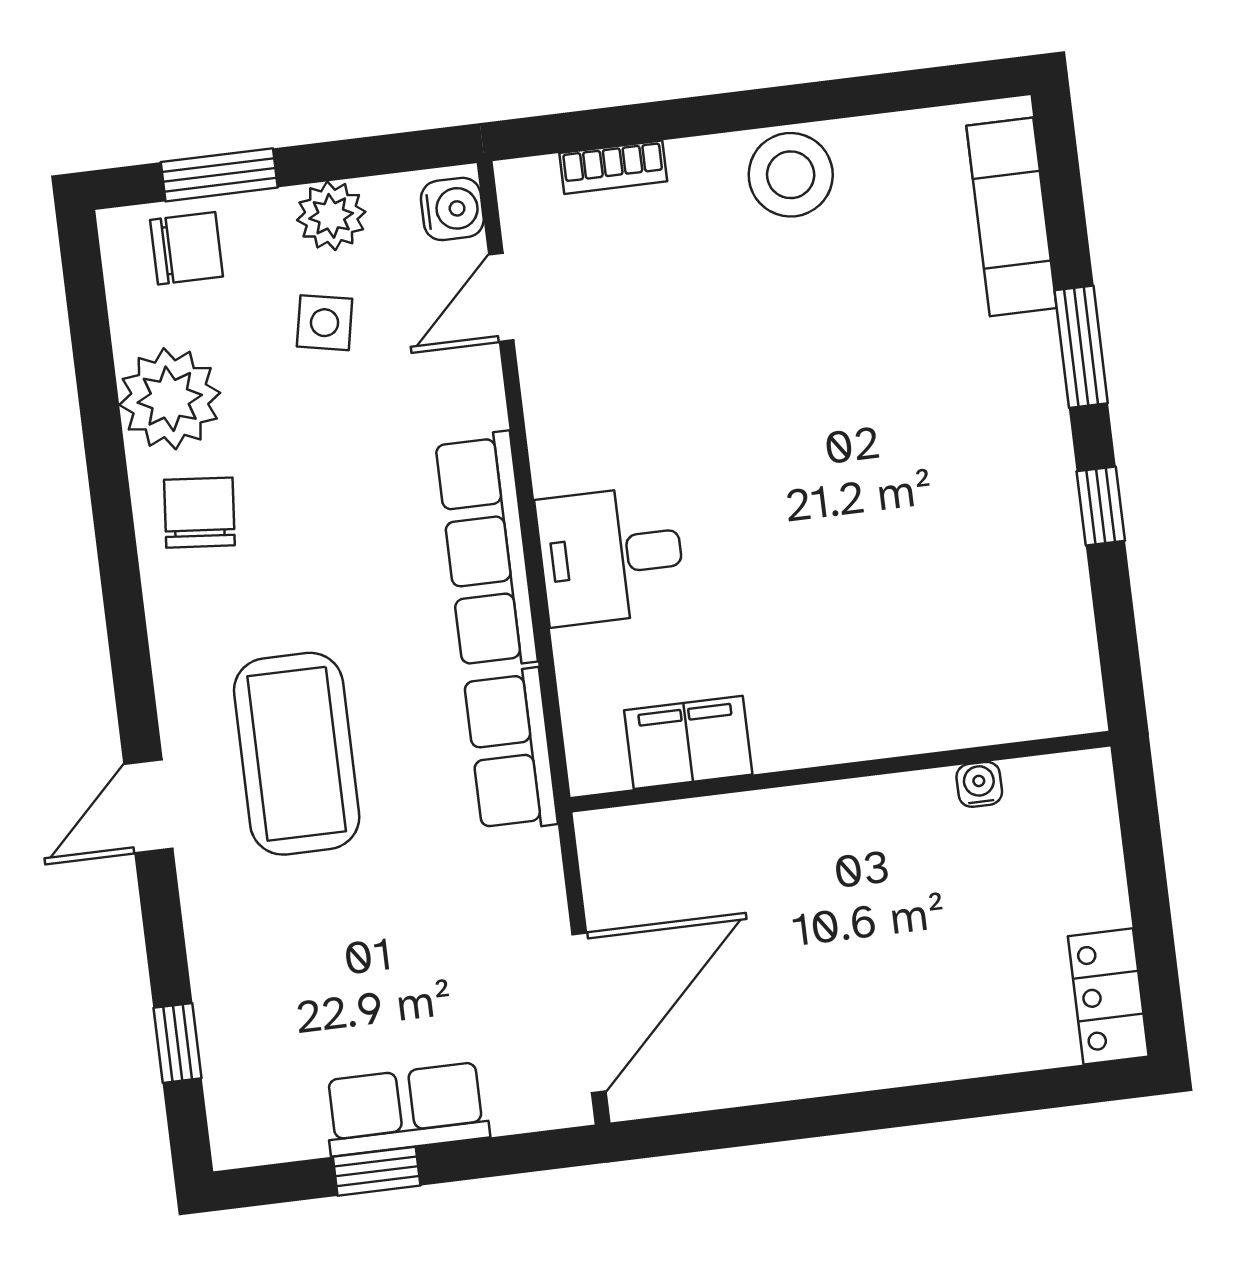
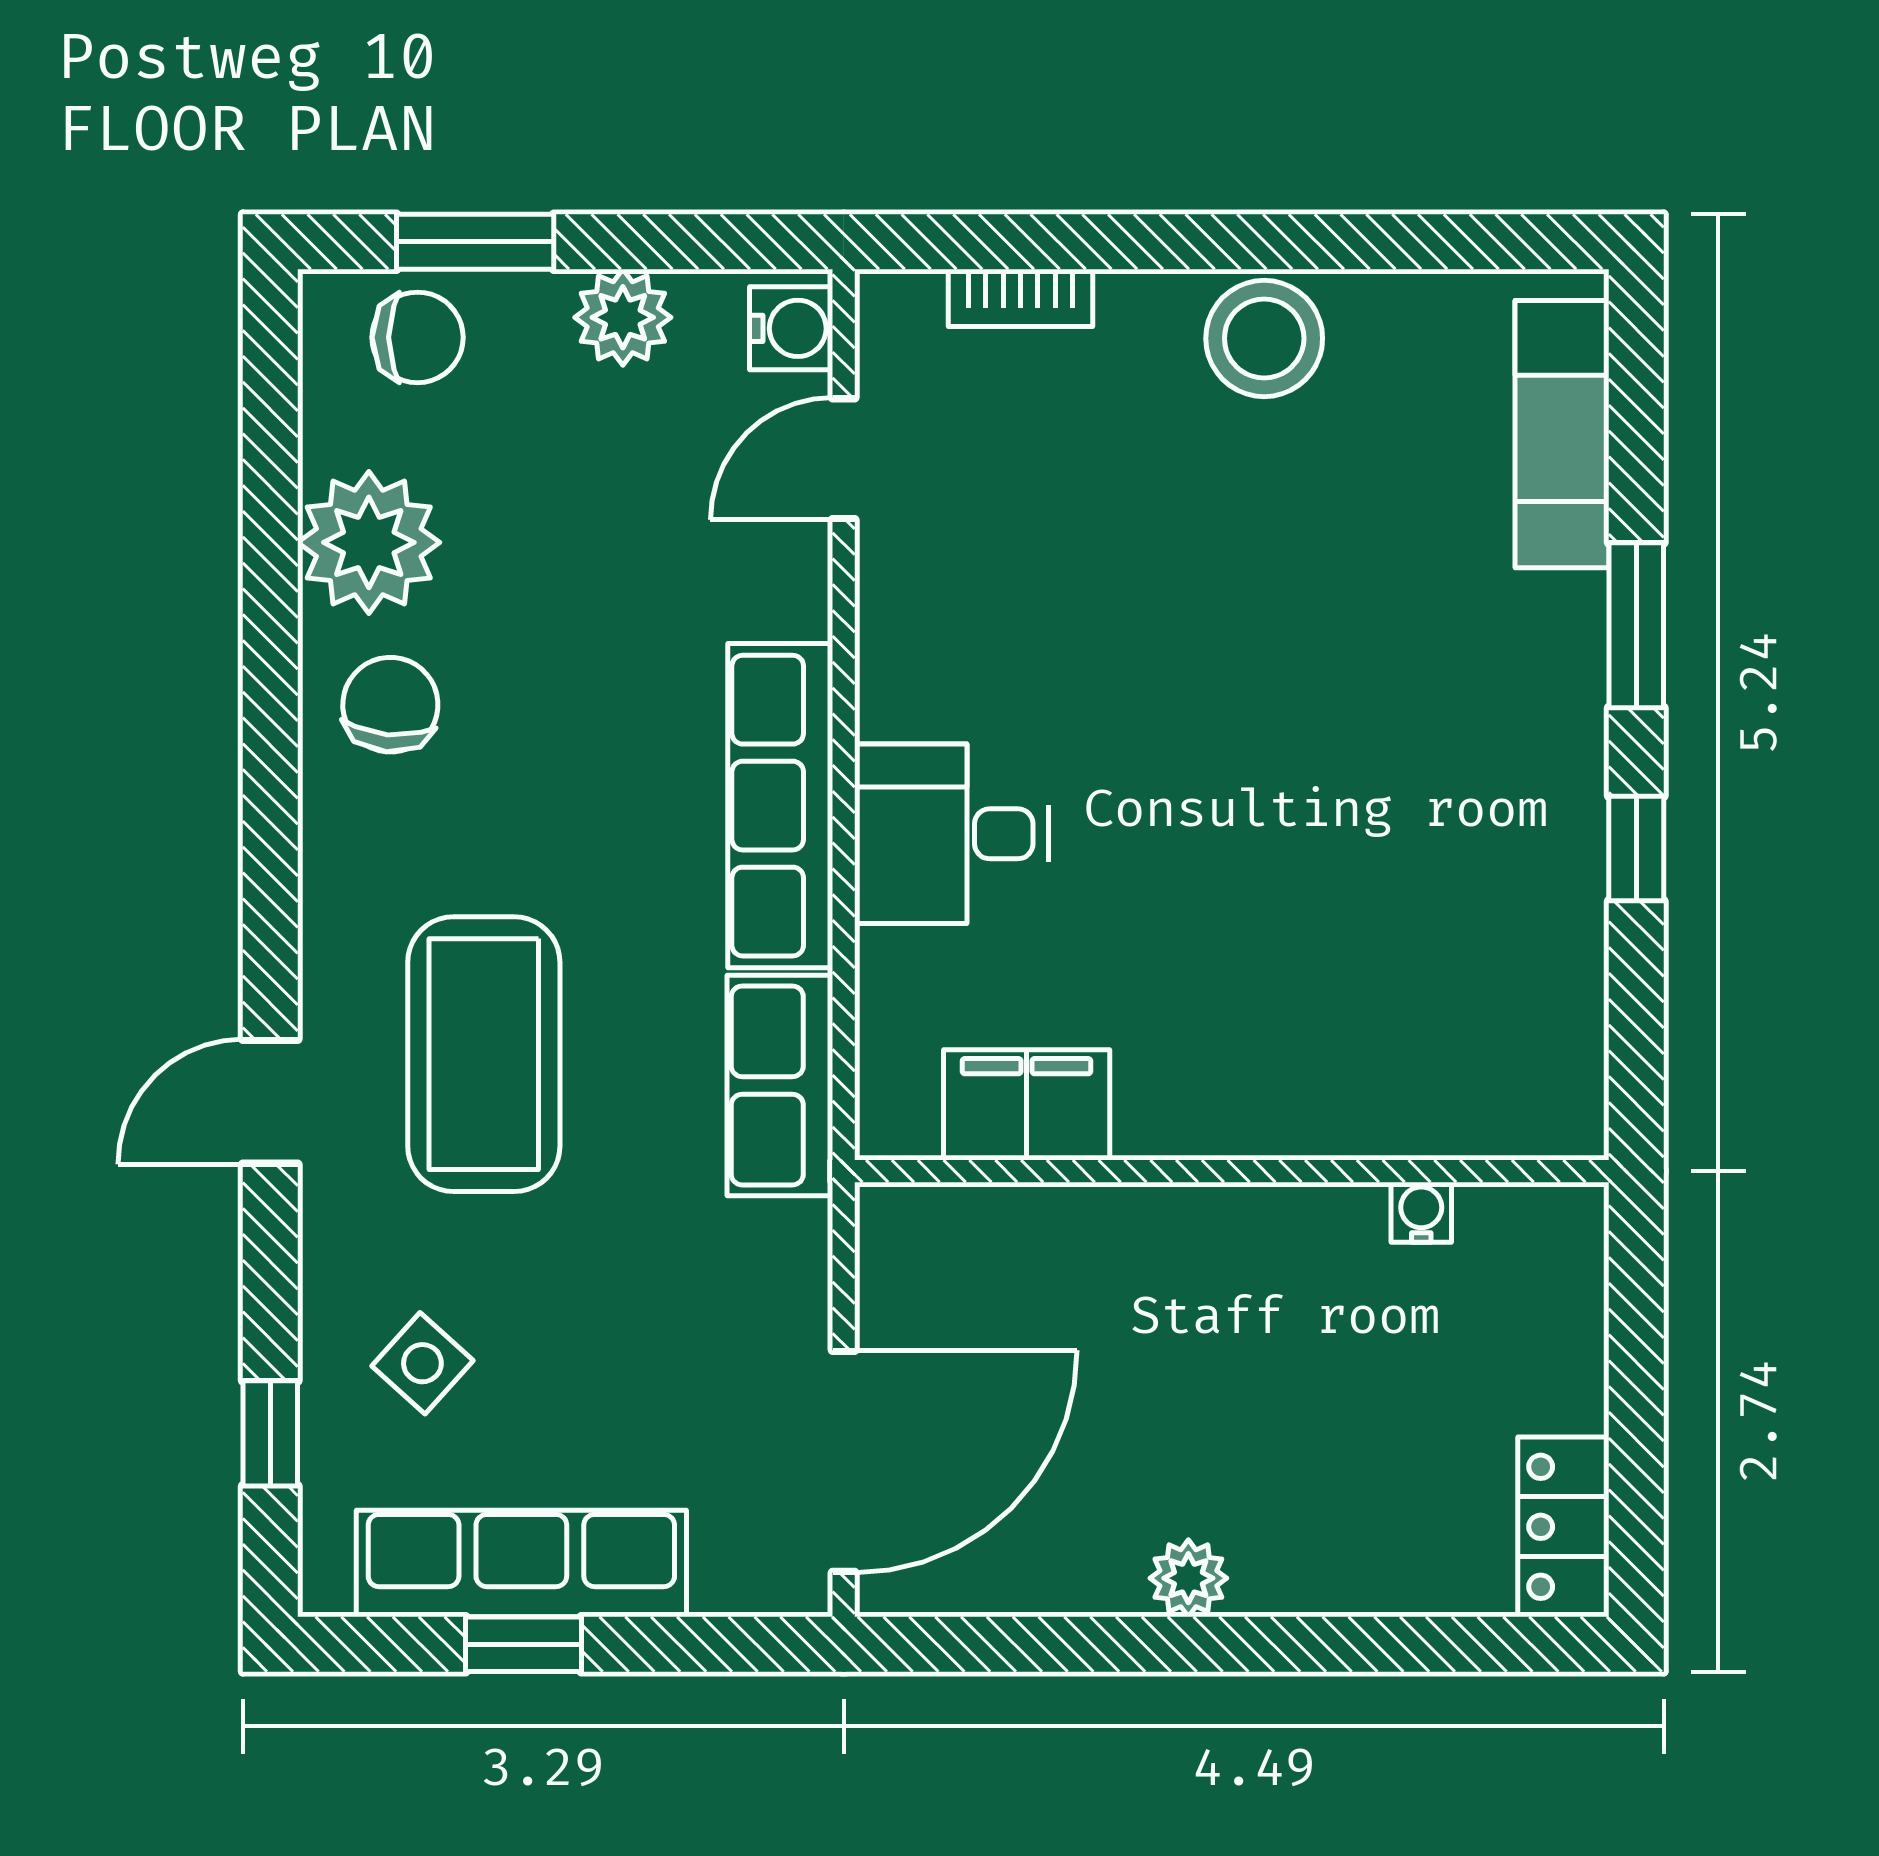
side table: (325, 323) -> (422, 1363), moved, turned 31
plant: (845, 1066) -> (1188, 1578), added
row of seats: (406, 1109) -> (521, 1563), width x1.48

